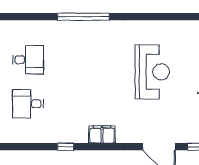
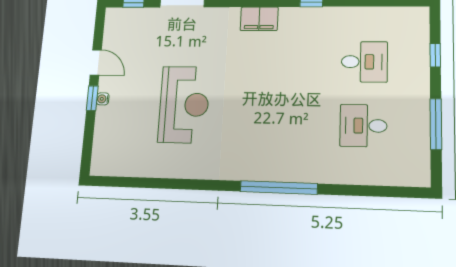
reception desk: (152, 72) -> (184, 105), turned 180

